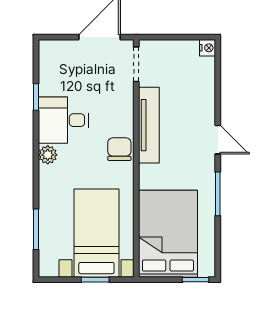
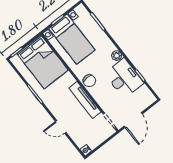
desk: (63, 120) -> (124, 78), width x1.37
door: (218, 140) -> (61, 127), moved

